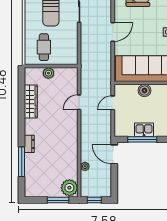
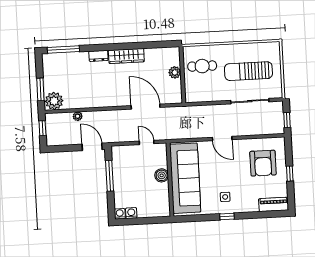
wardrobe: (31, 102) -> (126, 56), moved
door: (79, 102) -> (146, 107), width x1.87
kitchen sink: (144, 130) -> (120, 177), removed
door: (114, 154) -> (92, 147), hinge flipped
window: (22, 162) -> (63, 49), moved

